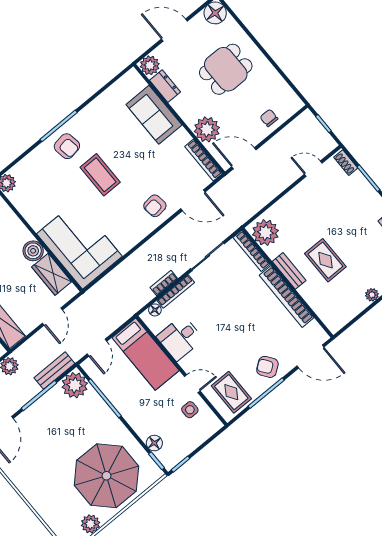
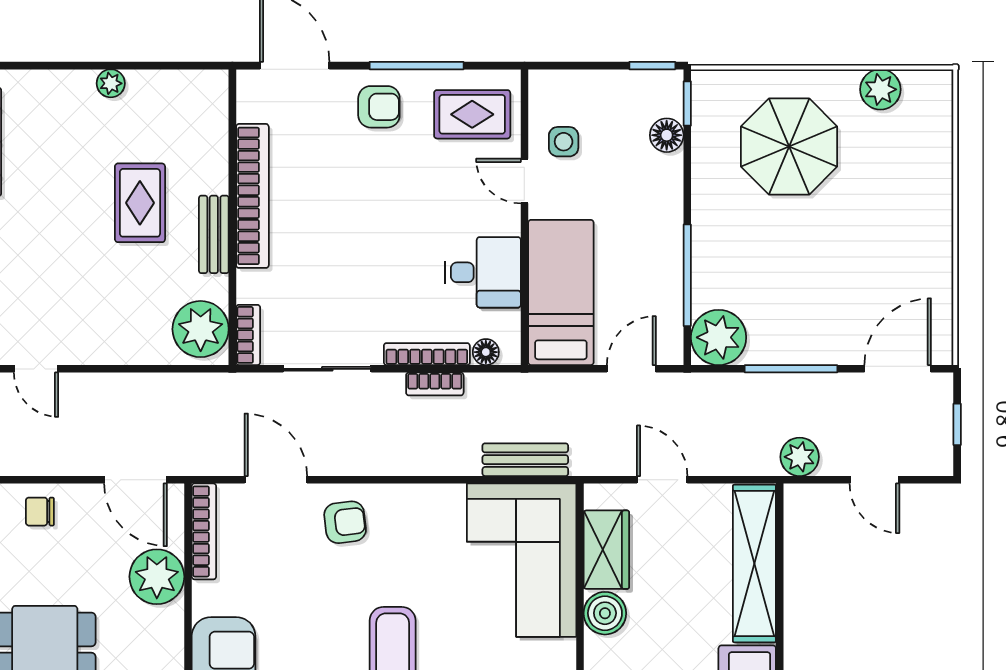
chair: (269, 118) -> (40, 512), turned 90
bookcase: (251, 251) -> (248, 335), width x0.64
door: (52, 317) -> (662, 480), hinge flipped
armchair: (267, 367) -> (379, 107), turned -54
bench: (54, 371) -> (525, 460), moved
rug: (231, 392) -> (472, 114), turned 90
parasol: (106, 476) -> (789, 147), width x0.73, depth x0.73

